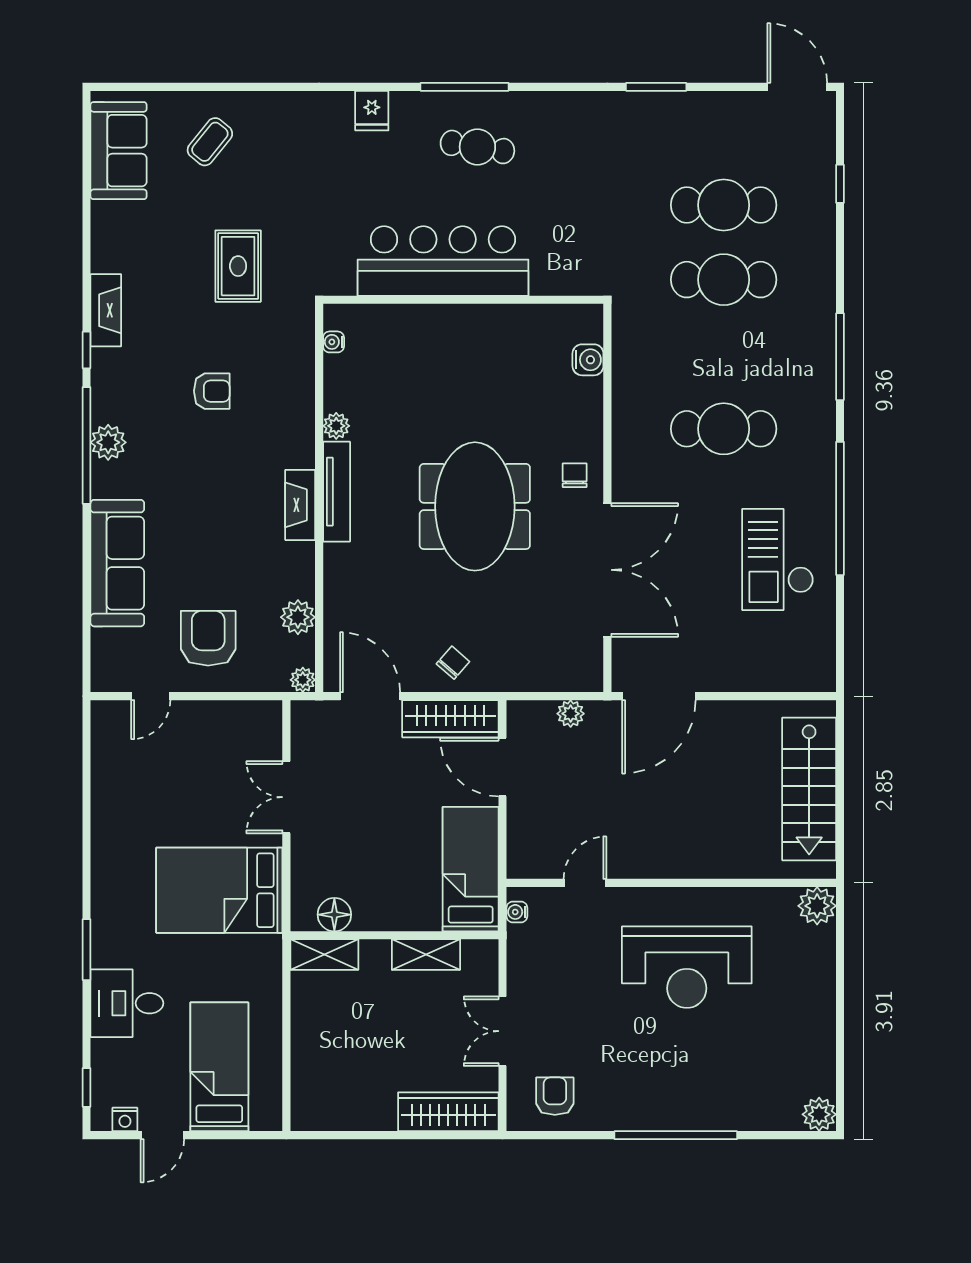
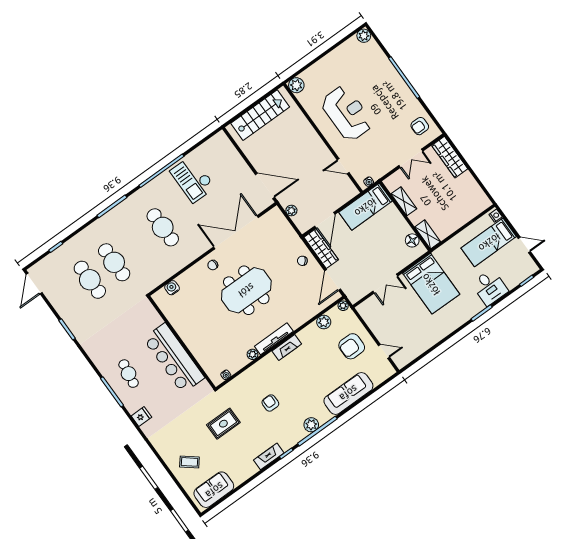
checkout: (778, 559) -> (193, 179), turned 90
nightstand: (125, 1119) -> (496, 216), moved

